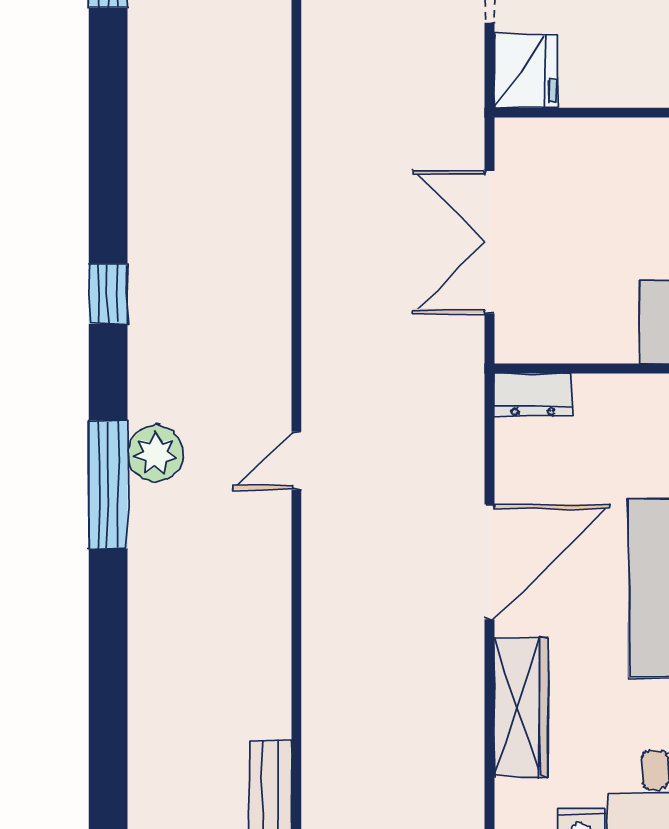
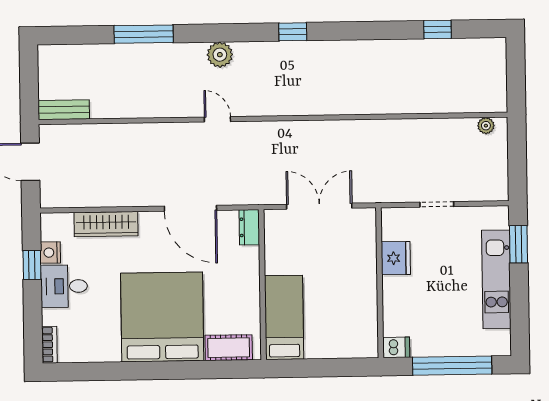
fridge: (525, 72) -> (396, 258), moved, turned -90
window: (108, 485) -> (144, 34), moved
door: (489, 562) -> (190, 208), moved

